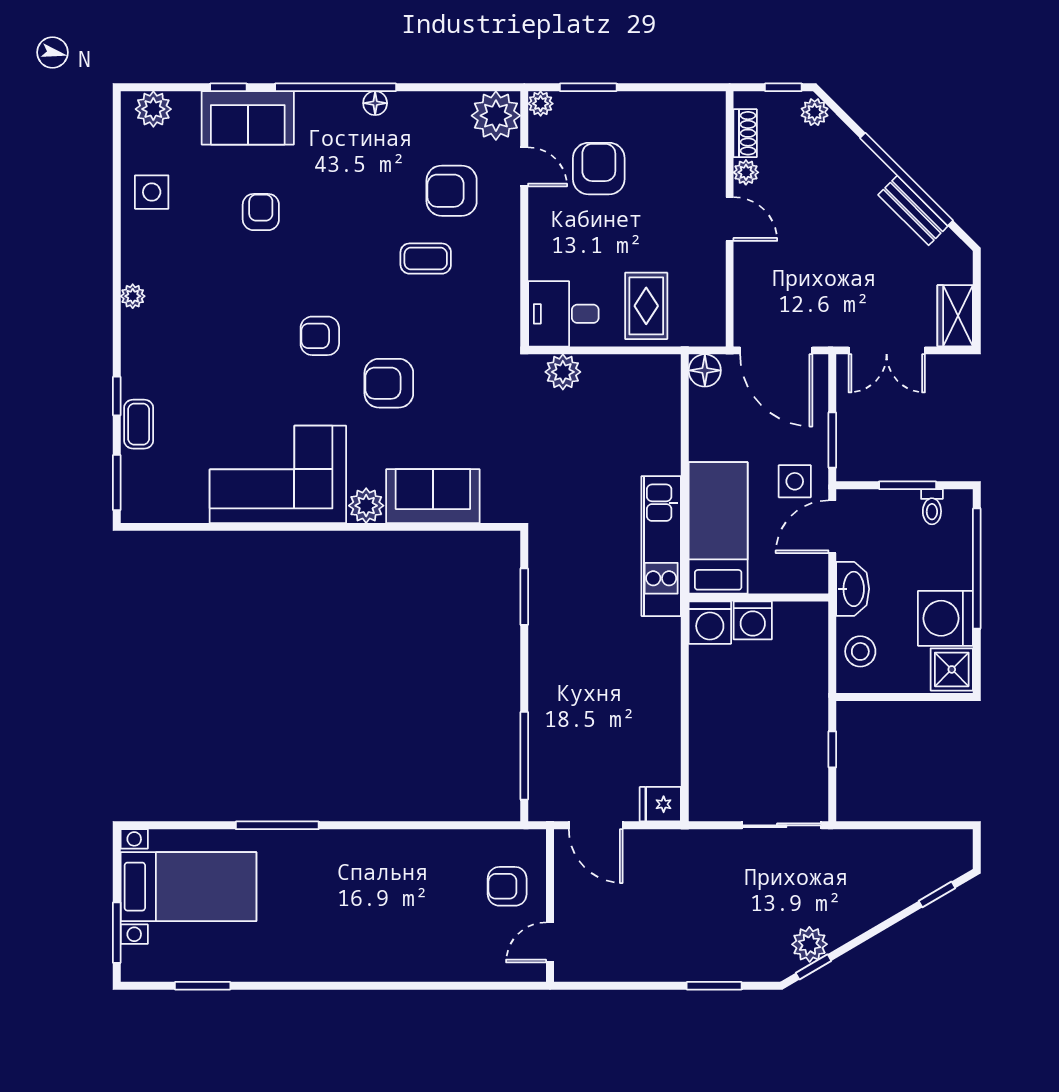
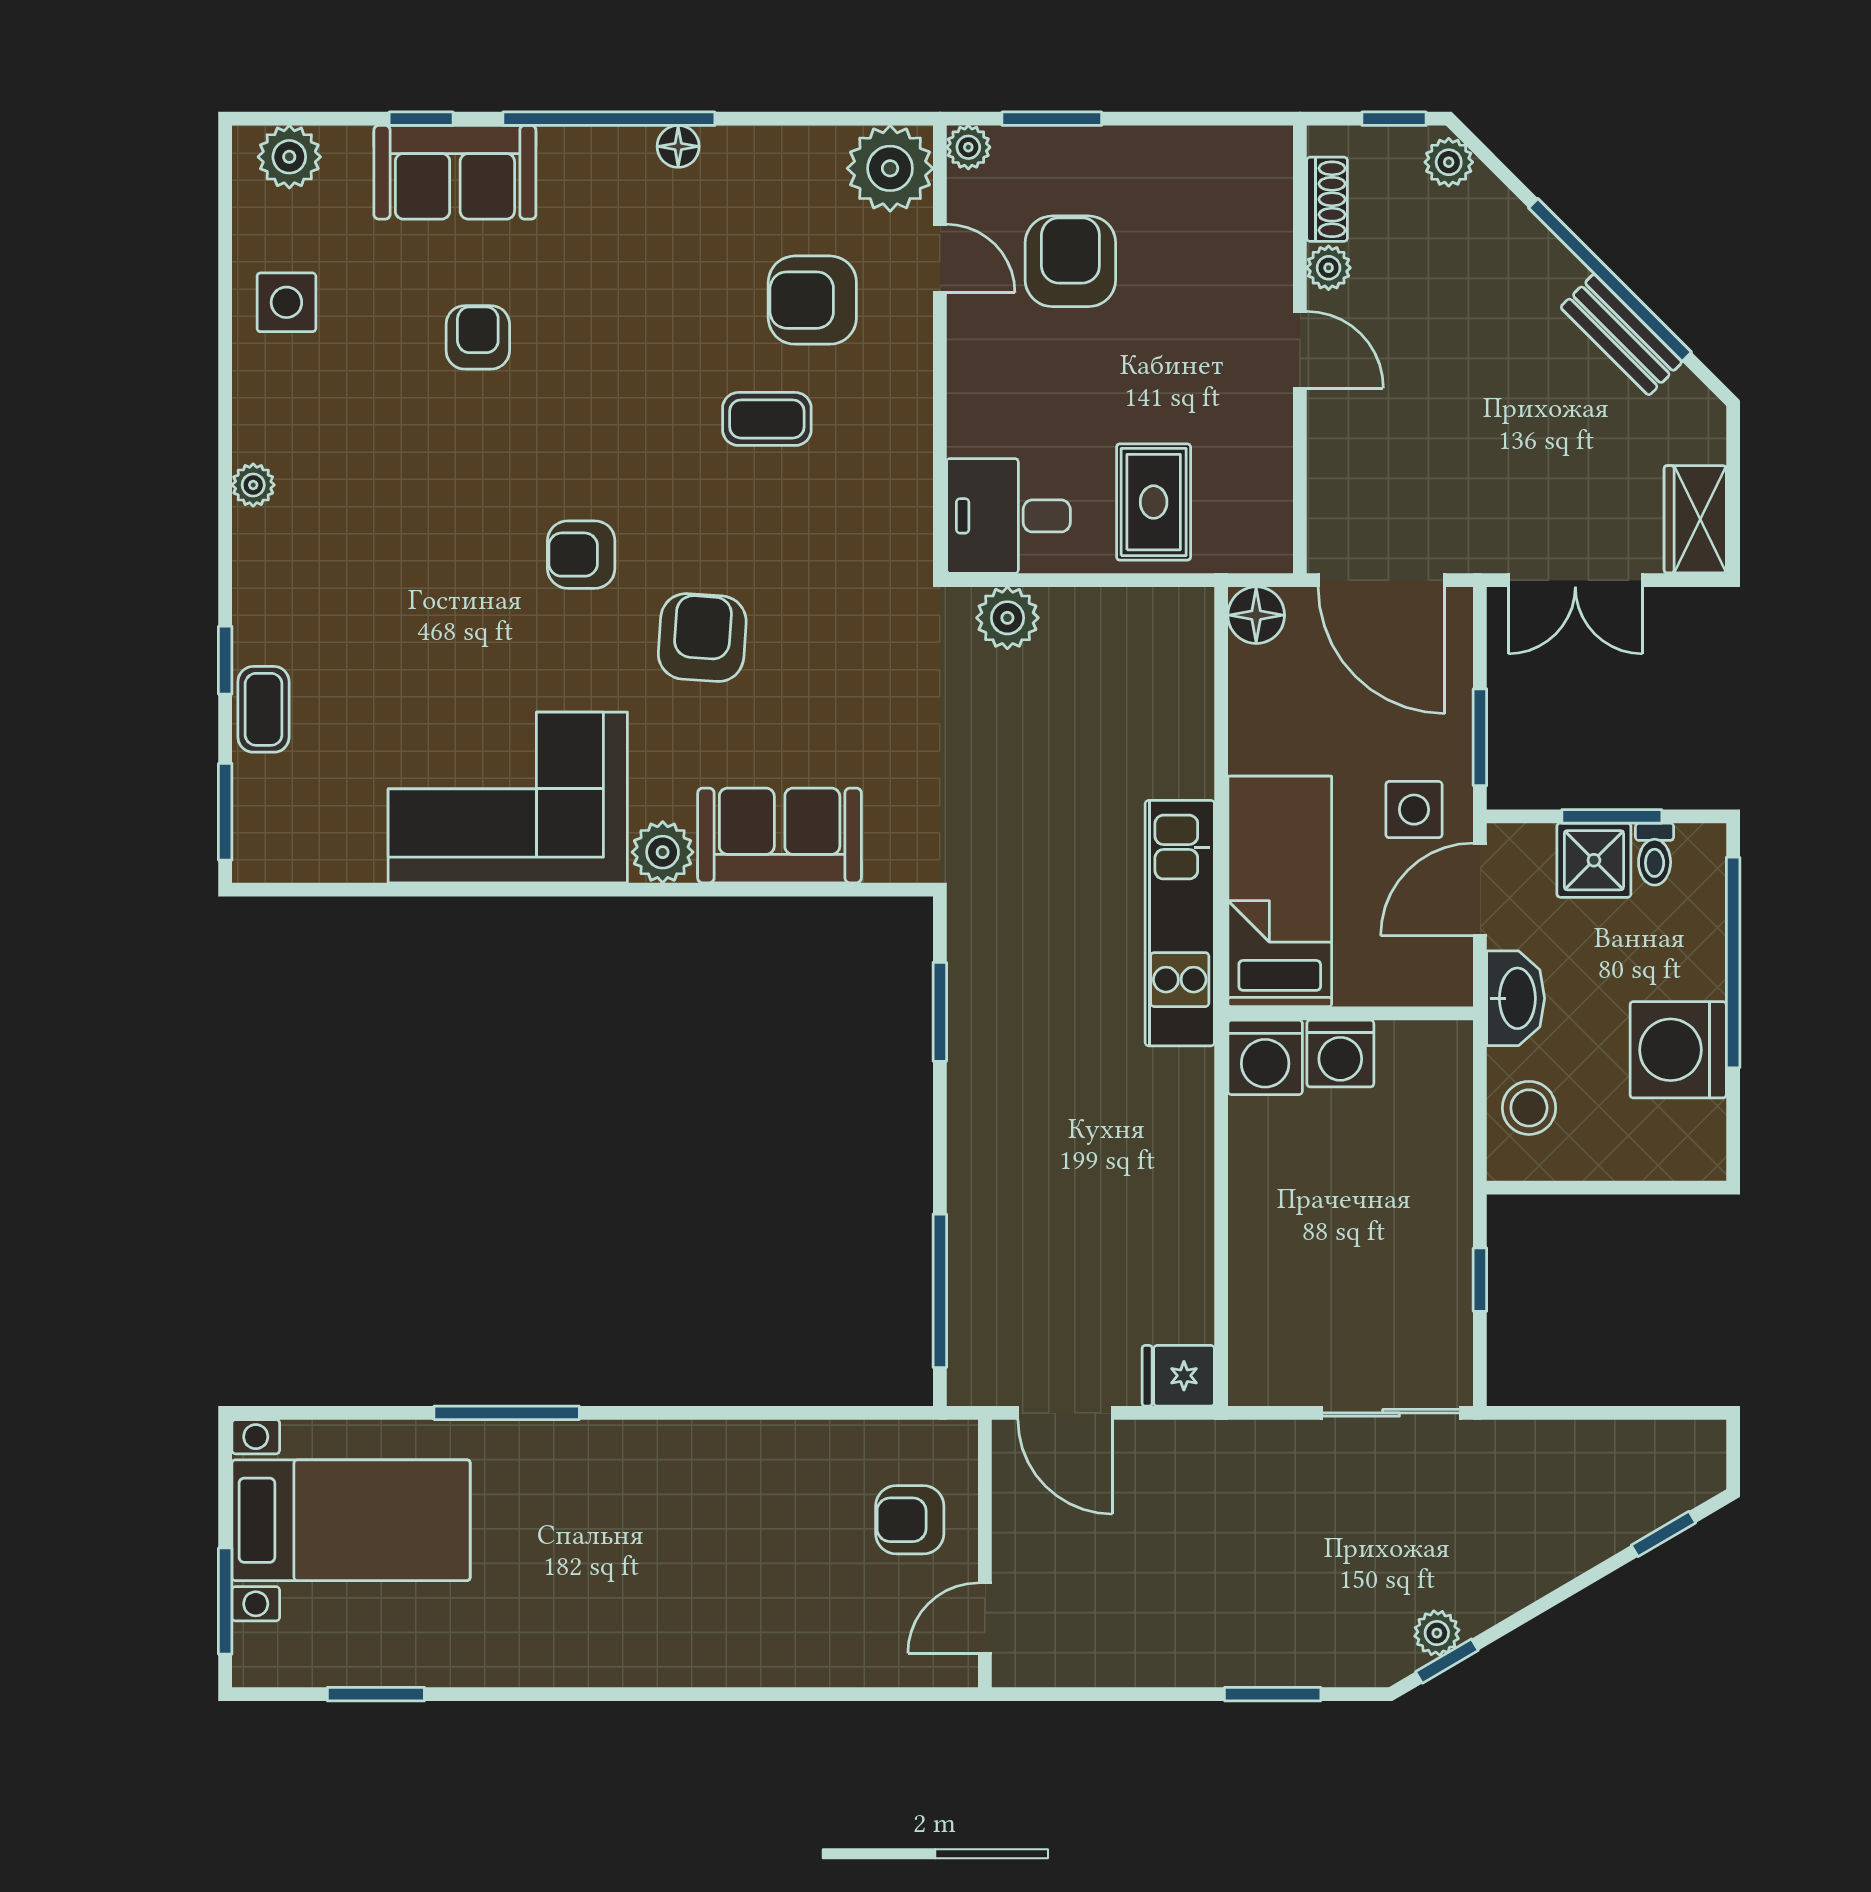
armchair: (389, 383) -> (702, 638), turned 94
shower: (952, 669) -> (1594, 860), moved
plant: (809, 944) -> (1437, 1633), width x0.73, depth x0.73

